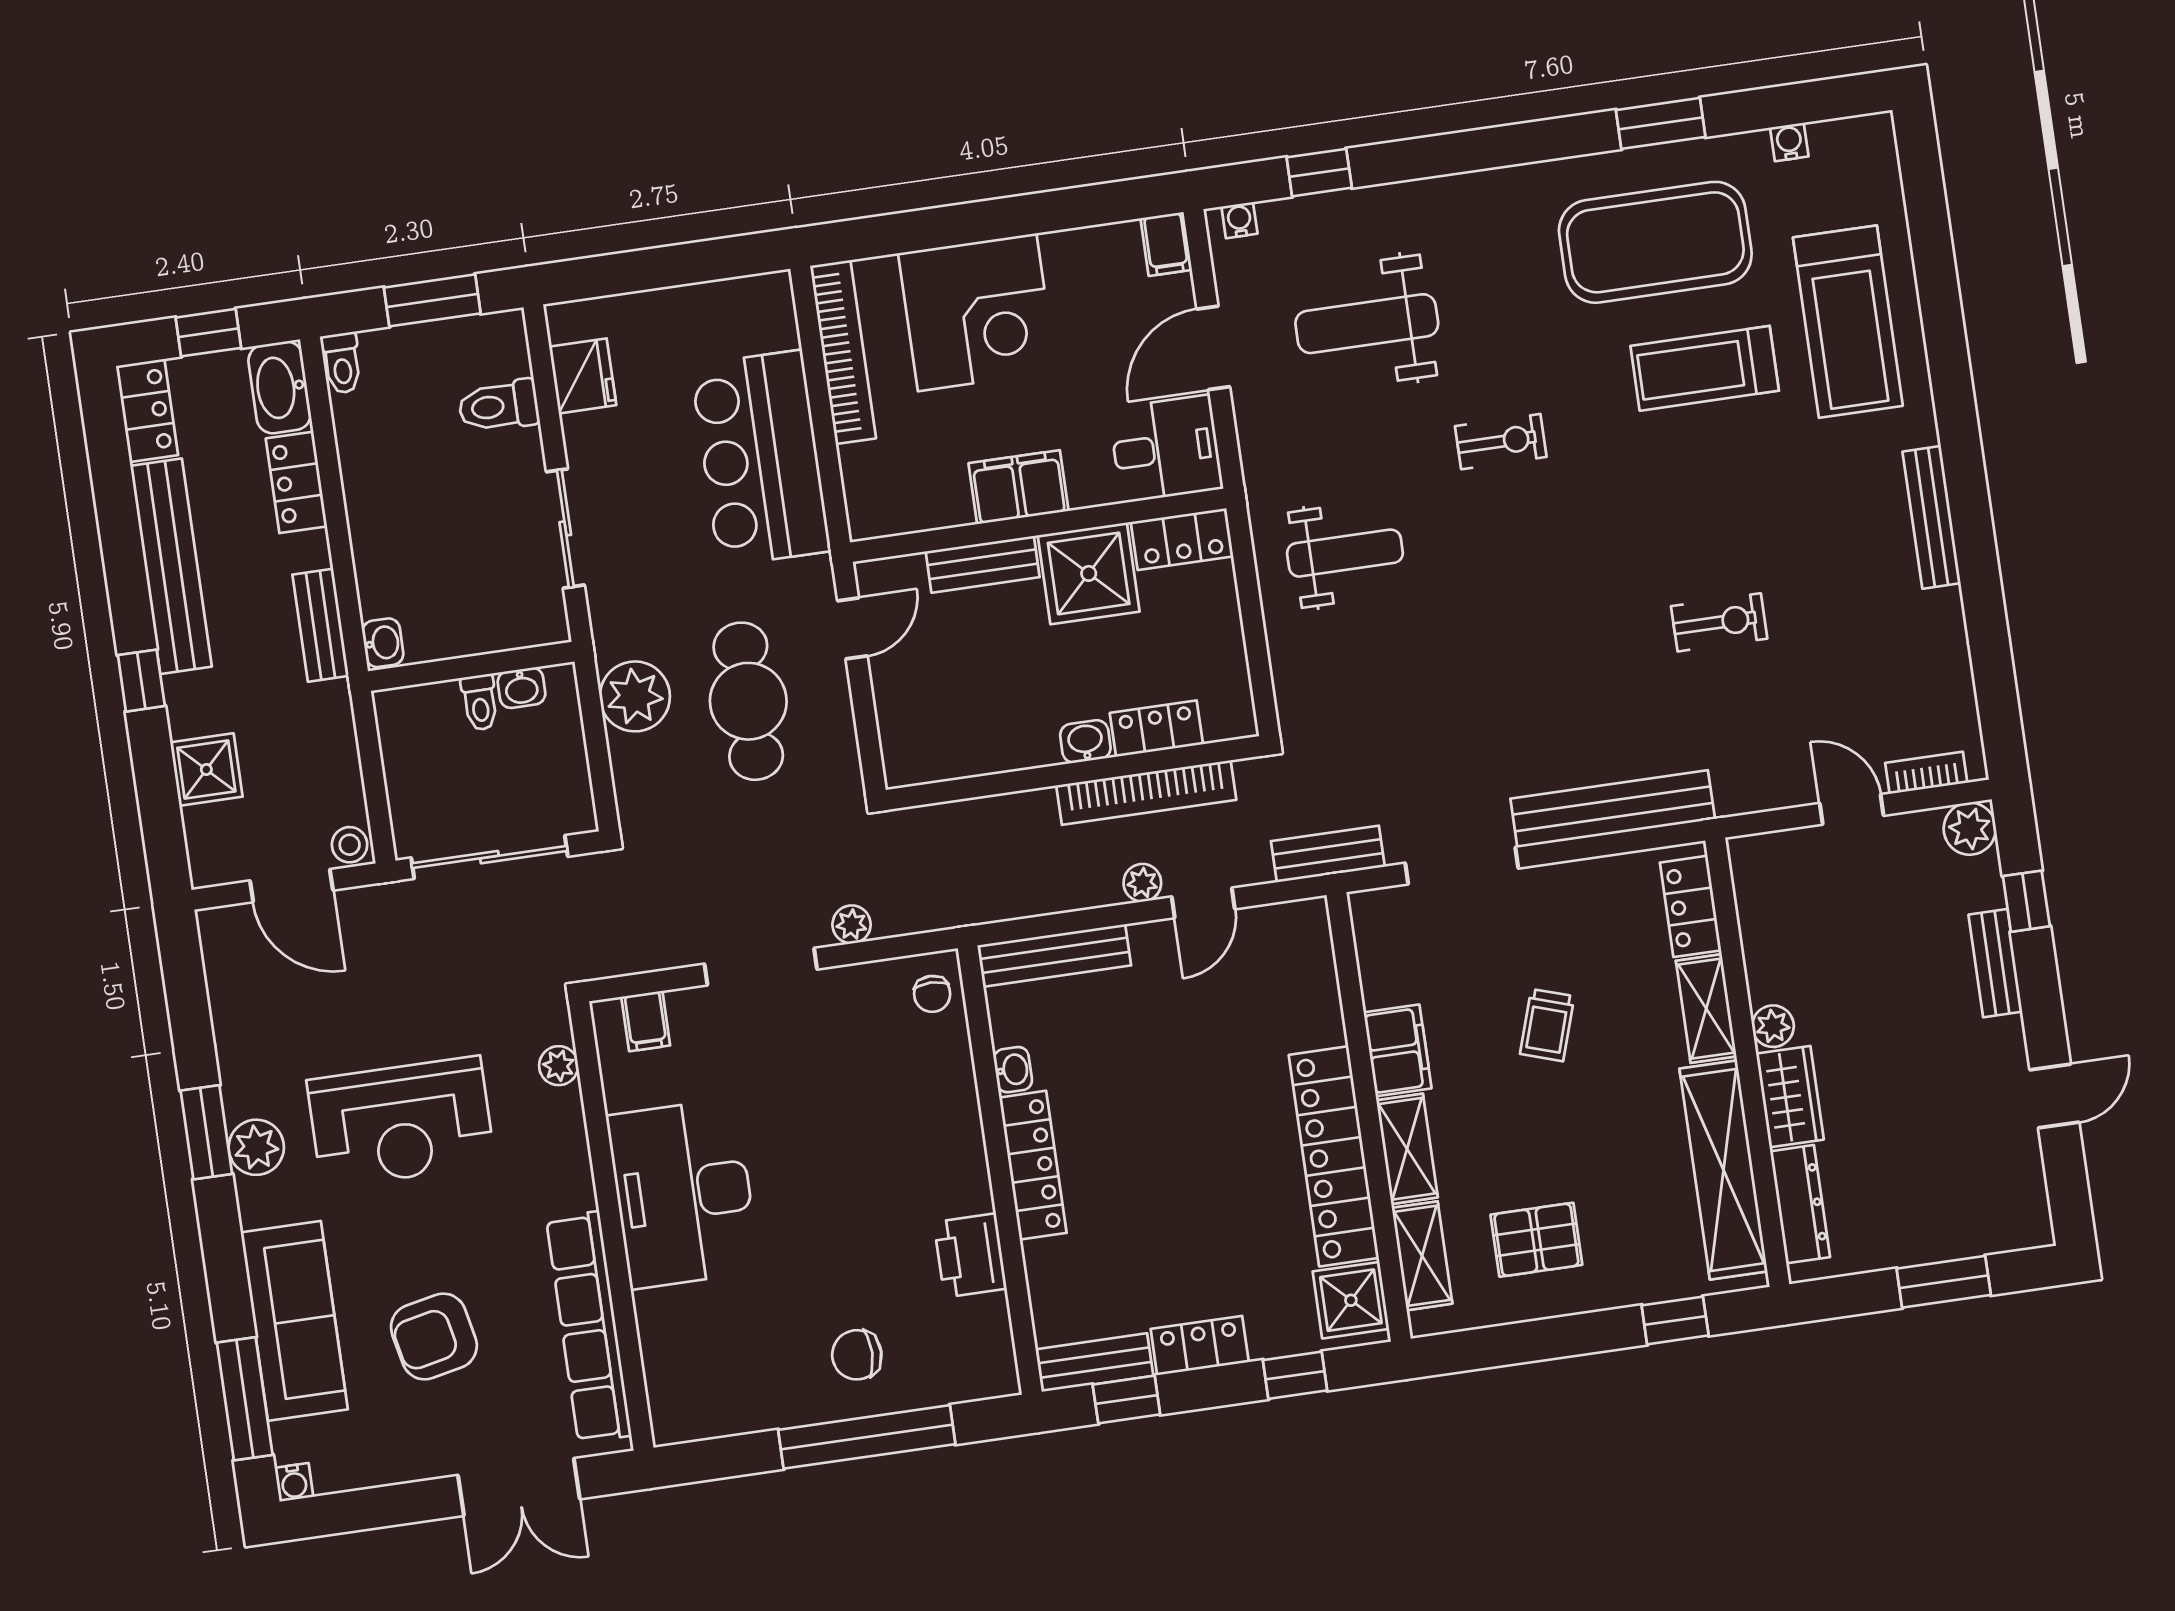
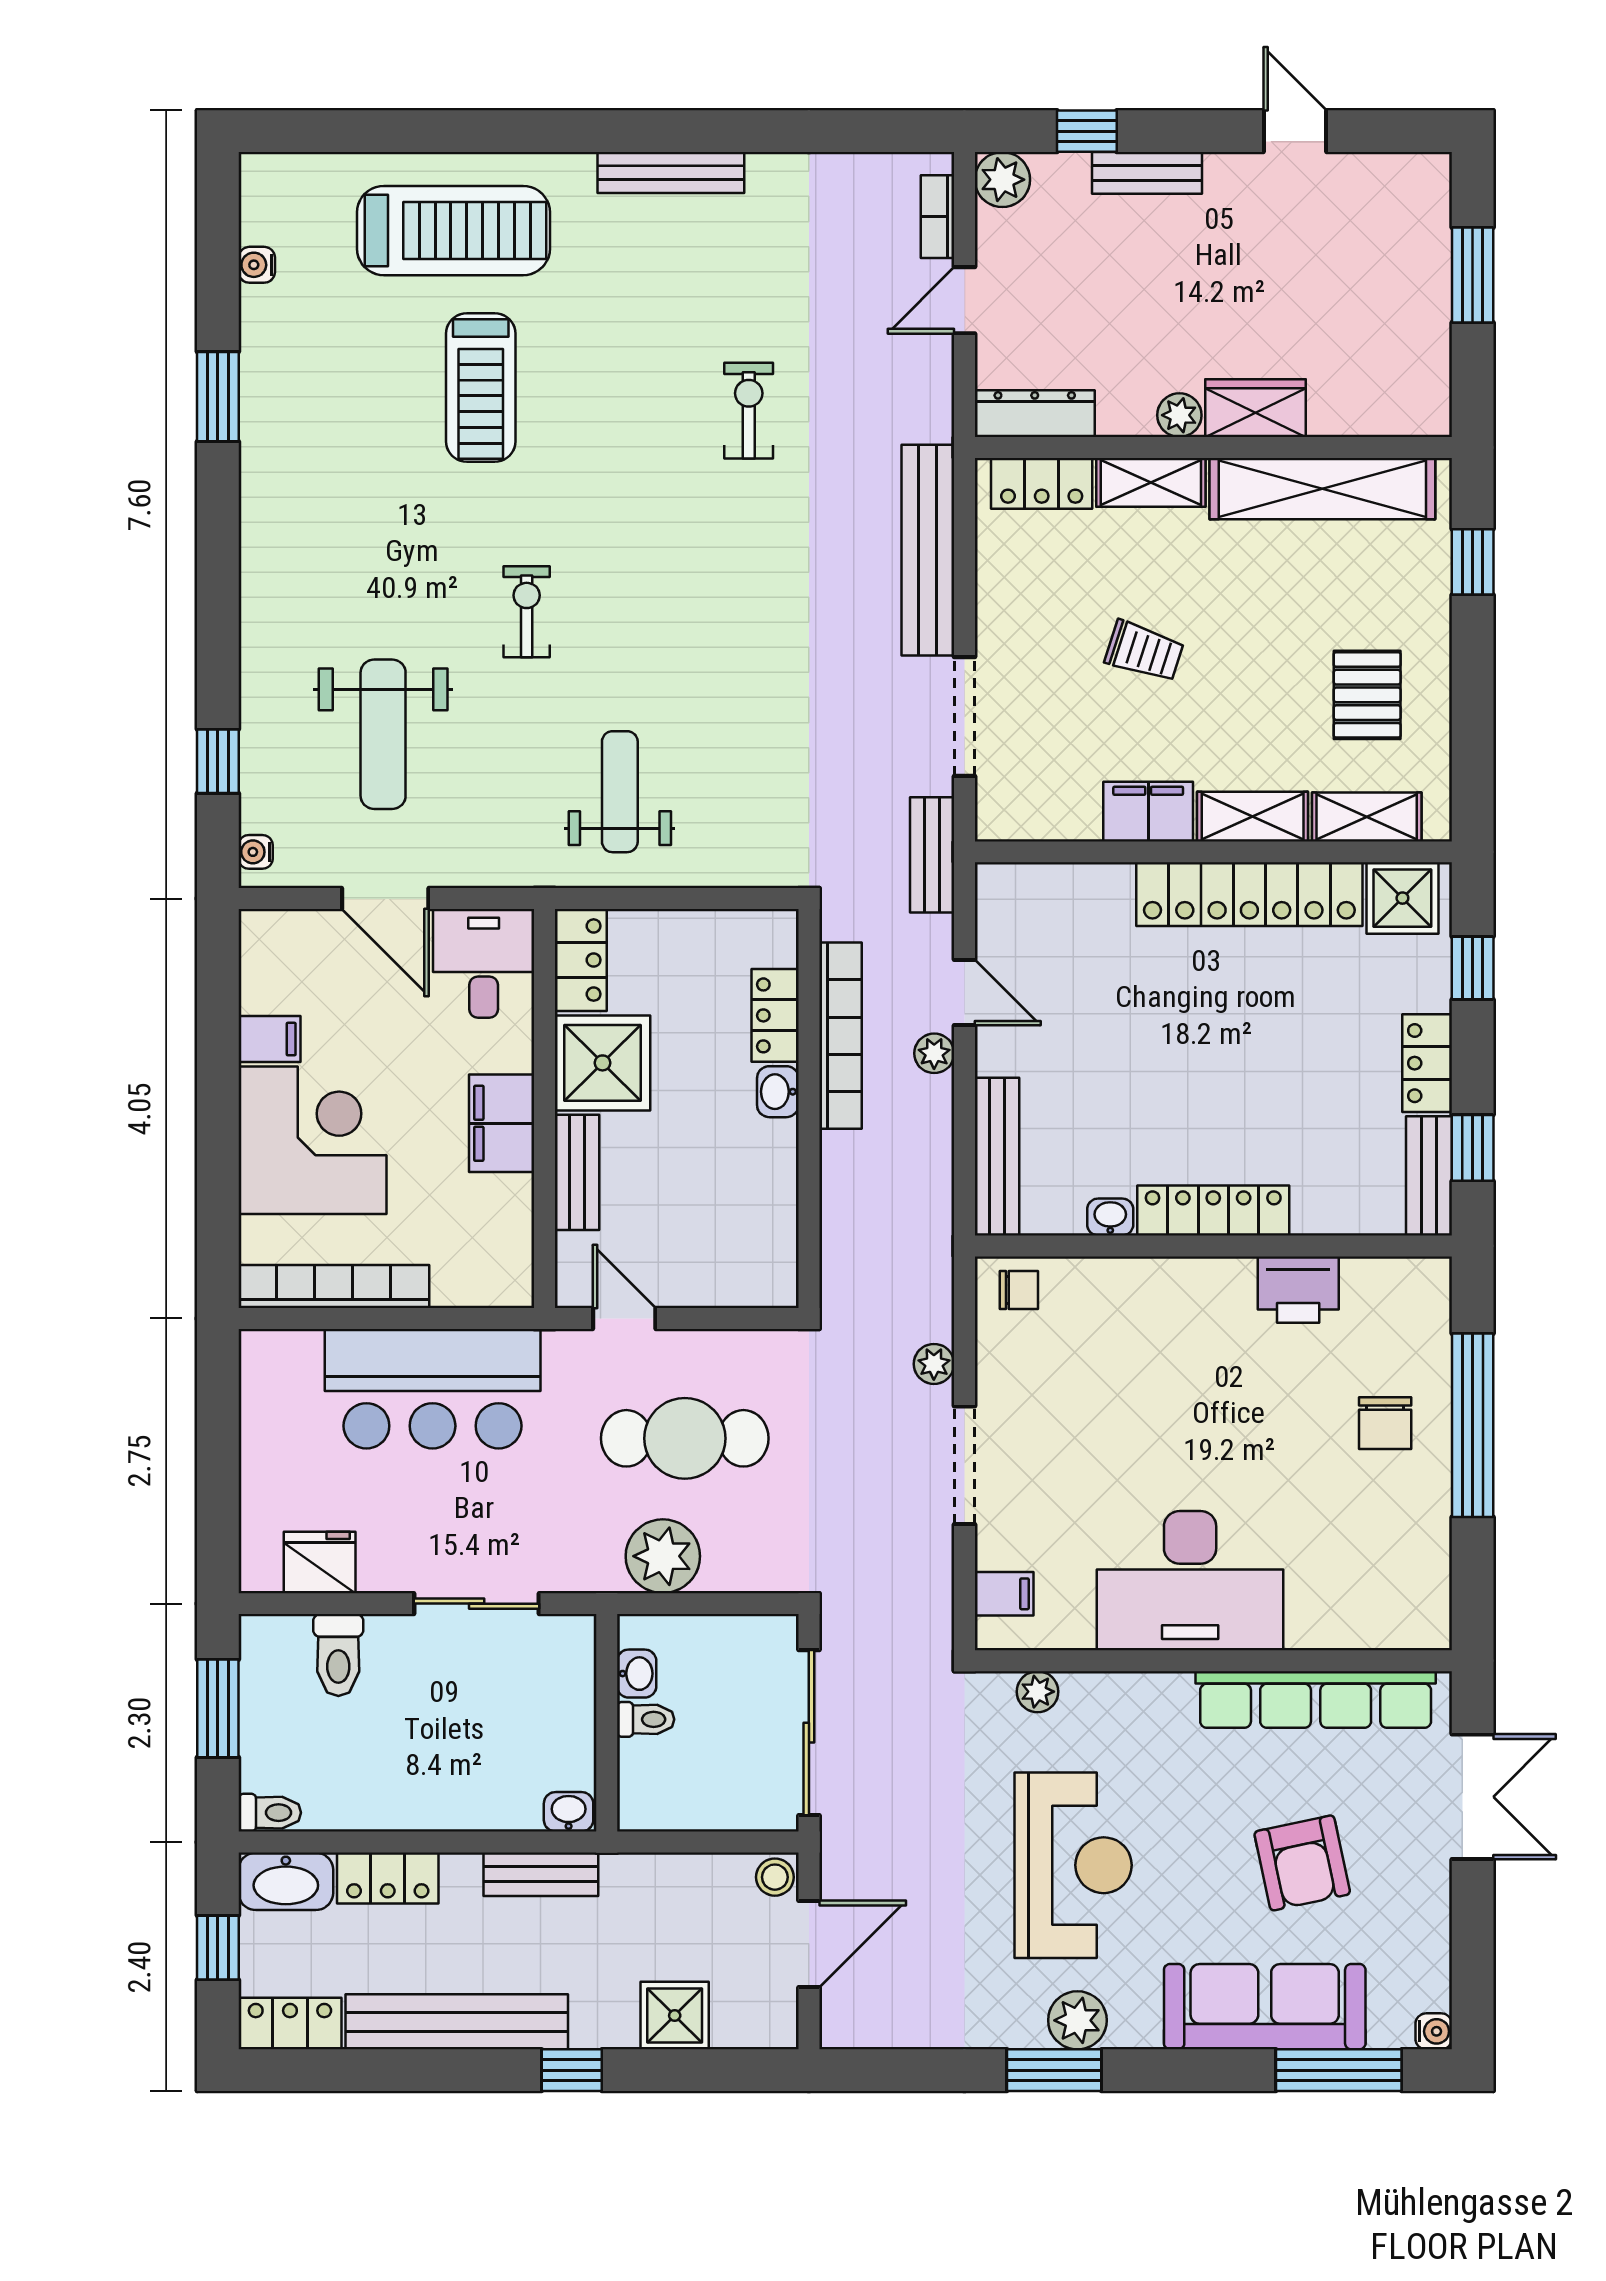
exercise mat: (1655, 242) -> (341, 420), removed
filing cabinet: (1166, 244) -> (270, 1039), moved
dresser: (1800, 1204) -> (1035, 414), moved

